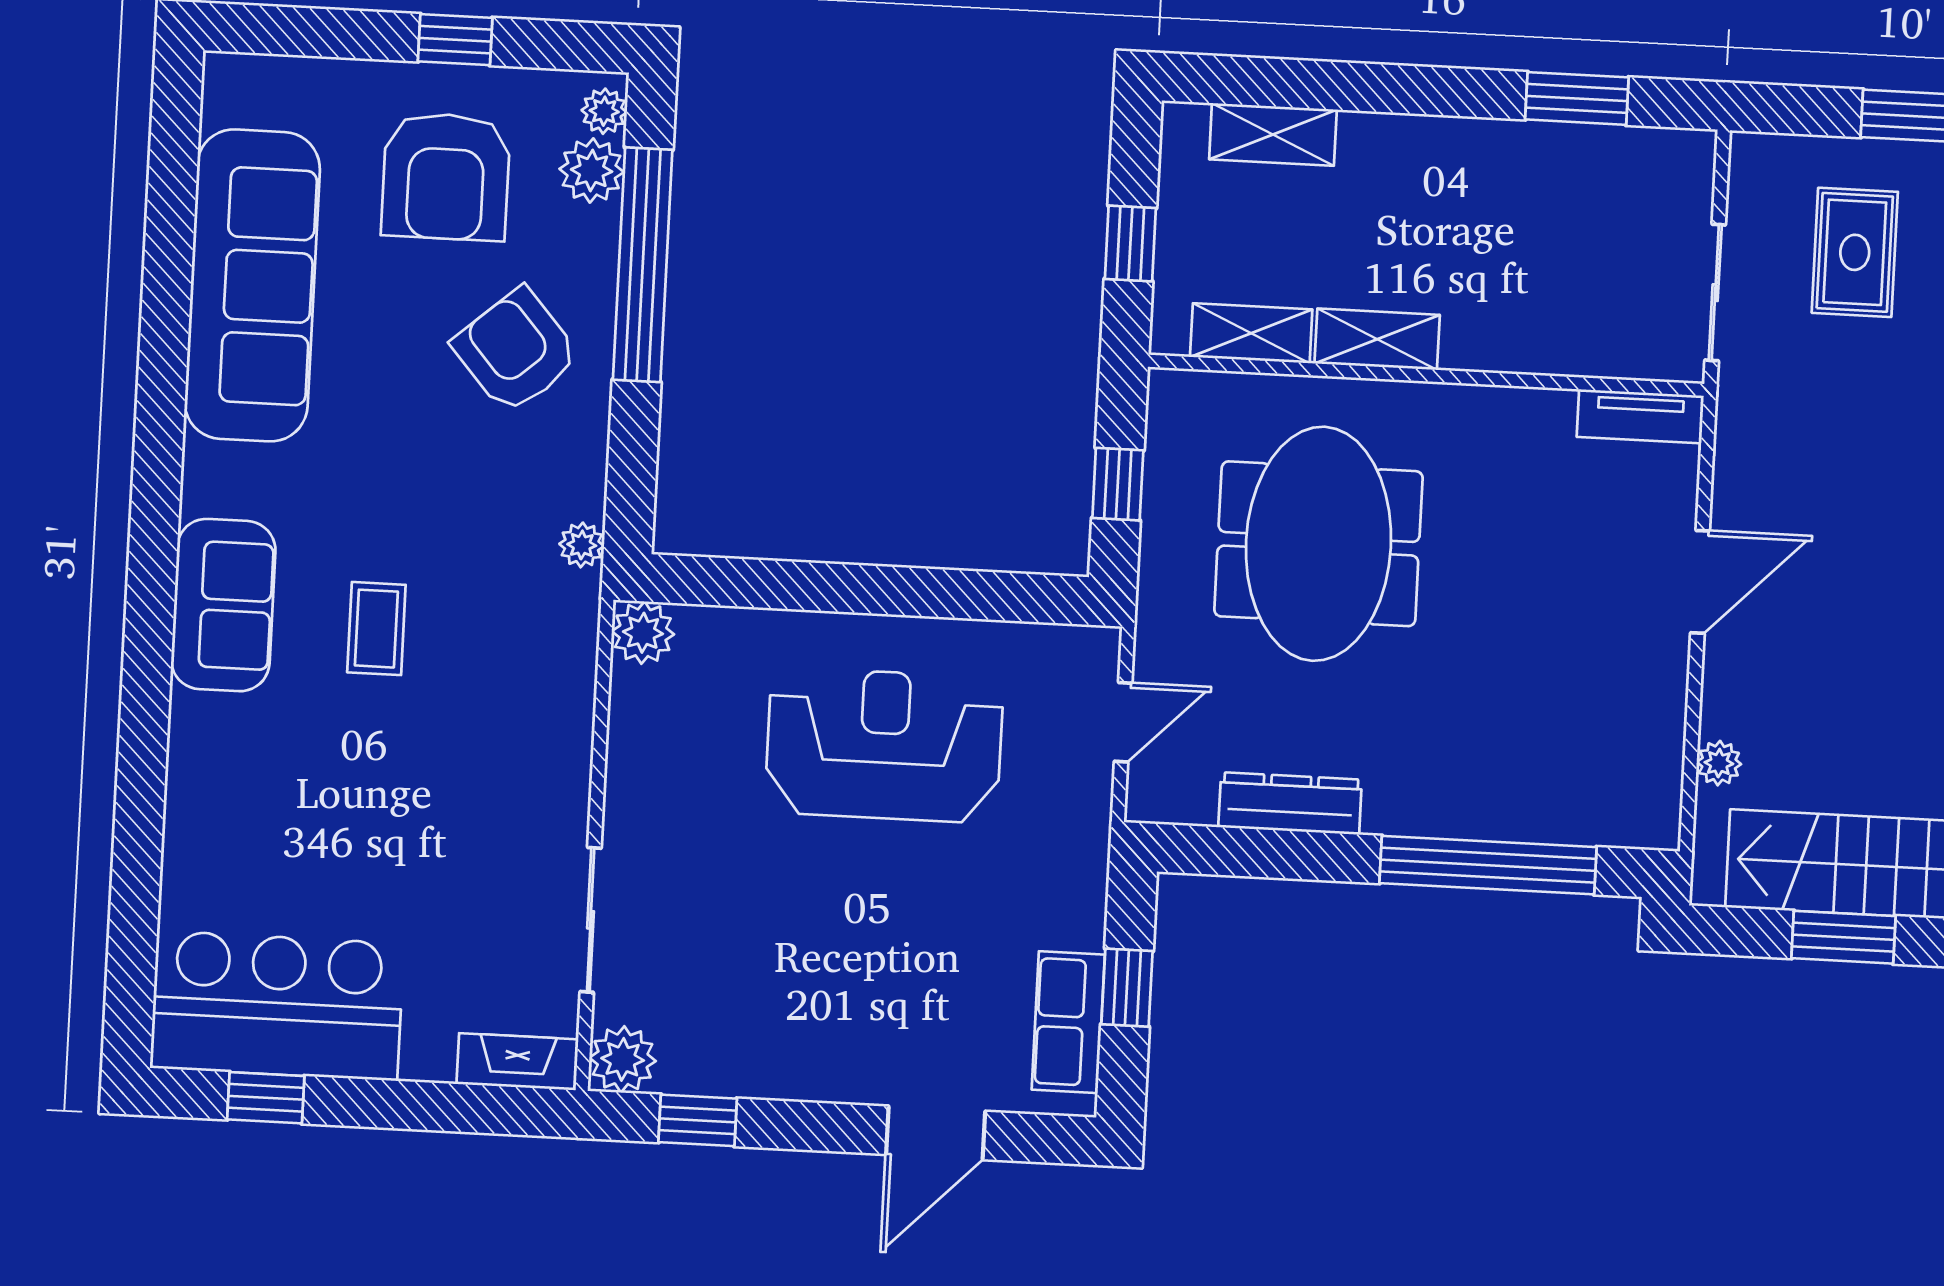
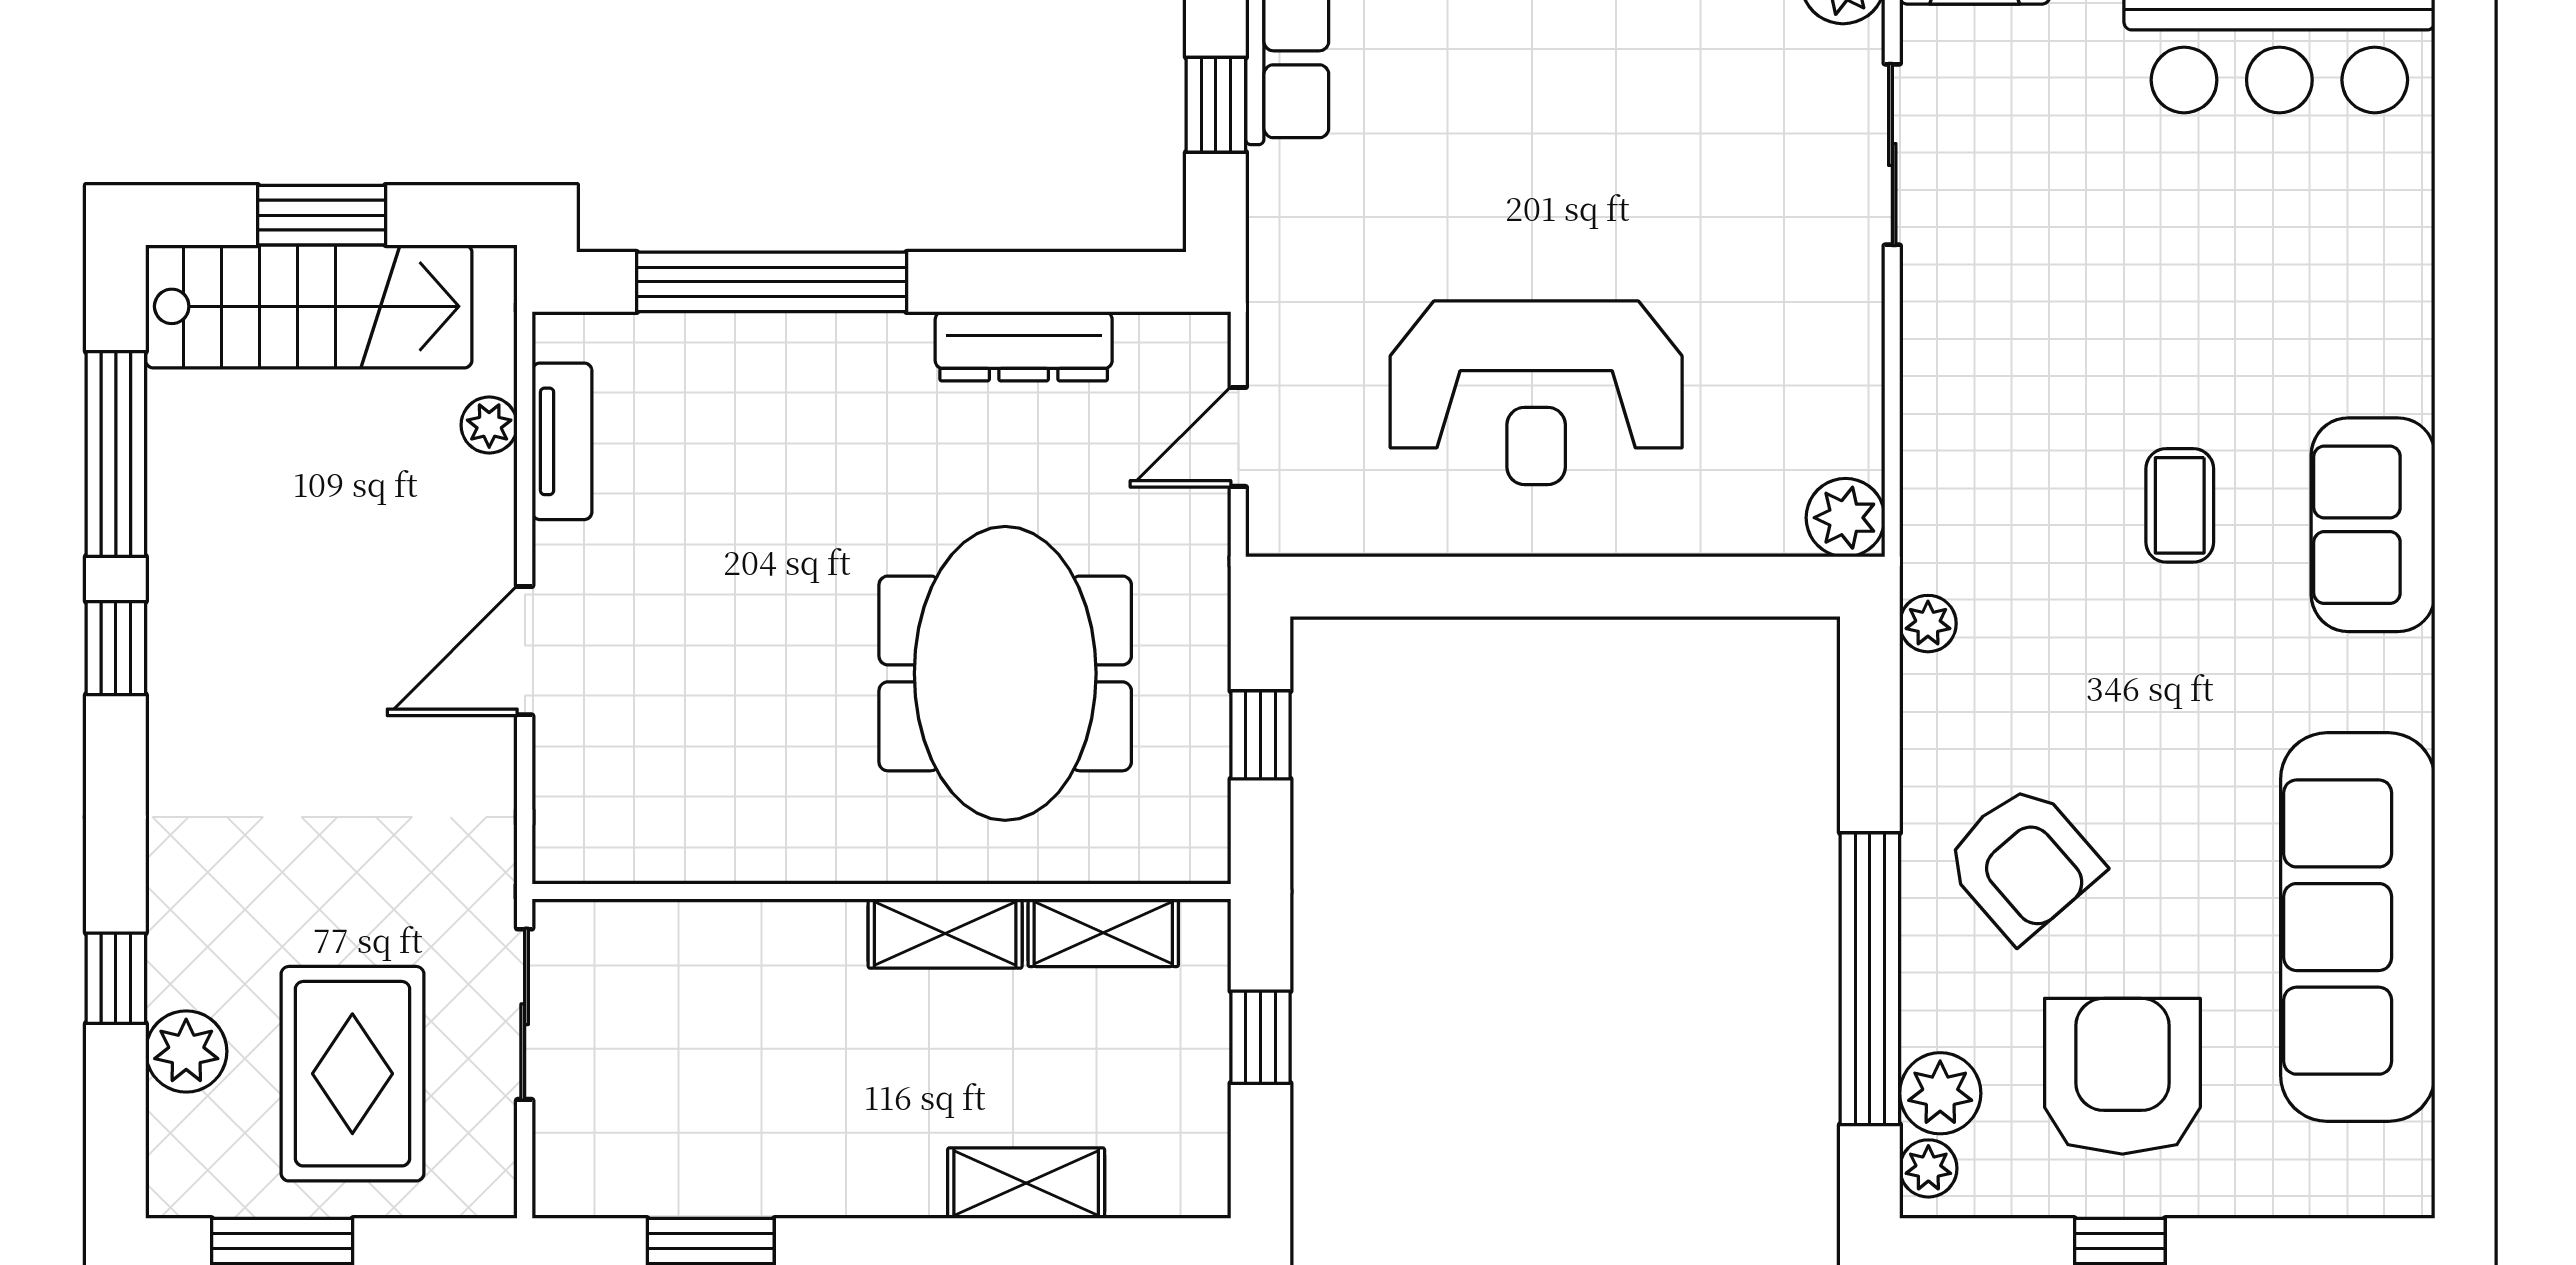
shelving: (1273, 134) -> (1026, 1183), moved
rug: (1855, 252) -> (352, 1074), width x1.36, depth x1.43
tv unit: (1640, 416) -> (562, 441), moved, turned 90

